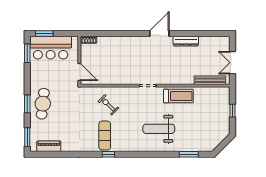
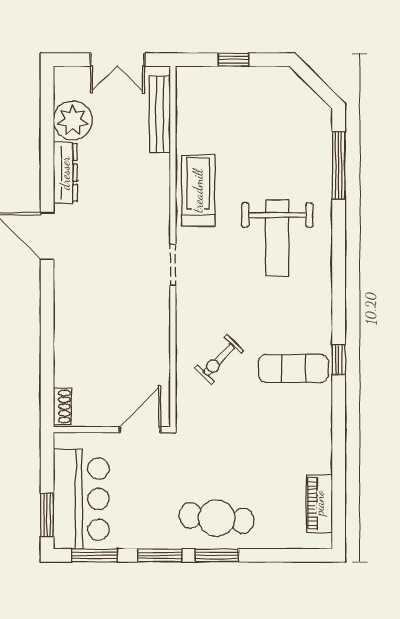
plant: (207, 44) -> (73, 121), added
window: (27, 137) -> (160, 555), moved
window: (189, 154) -> (339, 165), width x1.44

